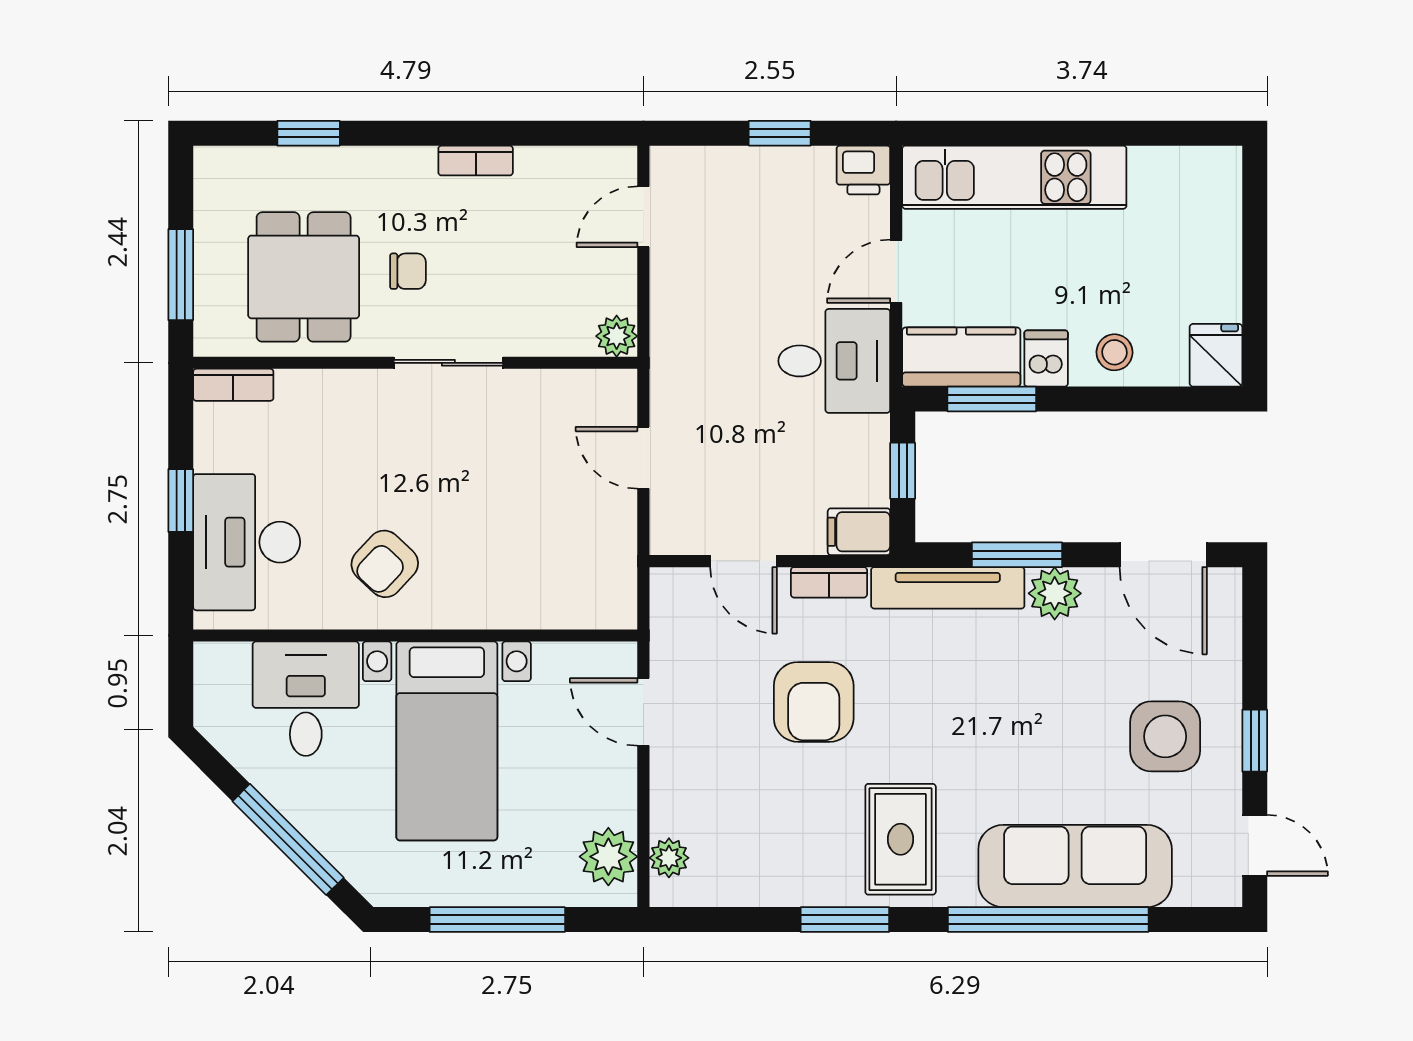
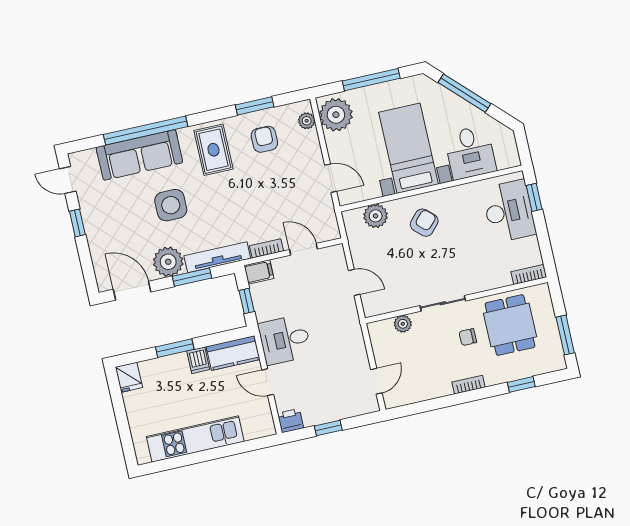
bookcase: (476, 161) -> (468, 385), moved
kitchen unit: (1014, 177) -> (195, 439), moved
door: (896, 271) -> (268, 382), swing flipped
window: (181, 275) -> (565, 335), moved
plant: (617, 336) -> (403, 324), moved
stool: (1114, 352) -> (171, 369), removed
window: (992, 399) -> (175, 348), moved
window: (181, 500) -> (534, 197), moved
armchair: (385, 564) -> (424, 223), moved
plant: (1055, 593) -> (168, 262), width x1.36, depth x1.36
plant: (559, 601) -> (376, 216), added
armchair: (814, 702) -> (264, 139), moved, width x0.72, depth x0.72
side table: (1165, 736) -> (171, 205), moved
plant: (608, 857) -> (336, 115), width x1.36, depth x1.36
window: (845, 920) -> (255, 106), moved

